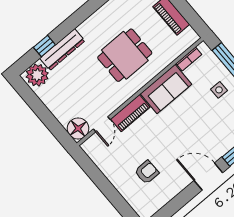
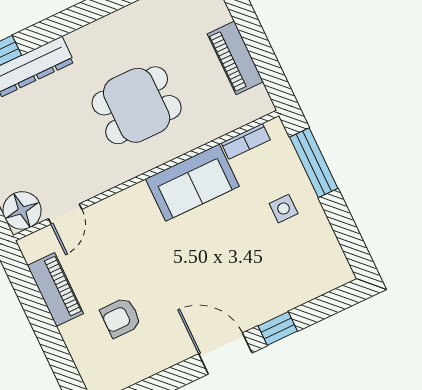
piano: (130, 113) -> (55, 290), moved, turned -90
armchair: (147, 172) -> (121, 317), turned 180

